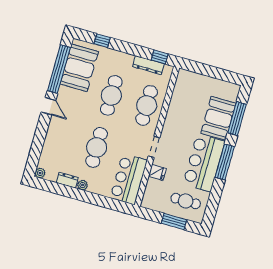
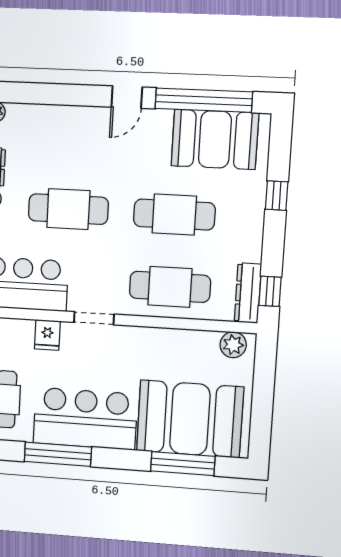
window: (102, 41) -> (277, 196), moved
dresser: (148, 65) -> (248, 293), moved
plant: (182, 81) -> (233, 345), added
booth: (218, 118) -> (190, 419), width x1.36, depth x1.42
window: (225, 162) -> (58, 454), moved

